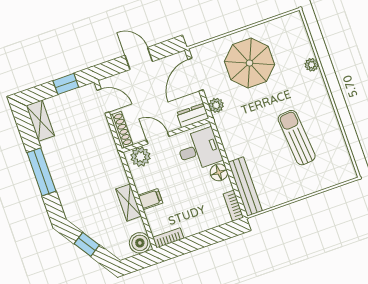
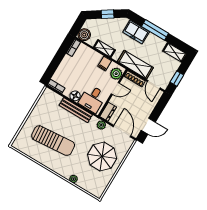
door: (139, 58) -> (148, 126), moved
door: (103, 101) -> (154, 85), hinge flipped
sun lounger: (297, 138) -> (53, 141), width x1.36, depth x1.34
shelving: (105, 148) -> (135, 65), added
bench: (245, 187) -> (76, 110), moved
freezer: (69, 190) -> (136, 32), added
filing cabinet: (150, 199) -> (105, 64), moved

